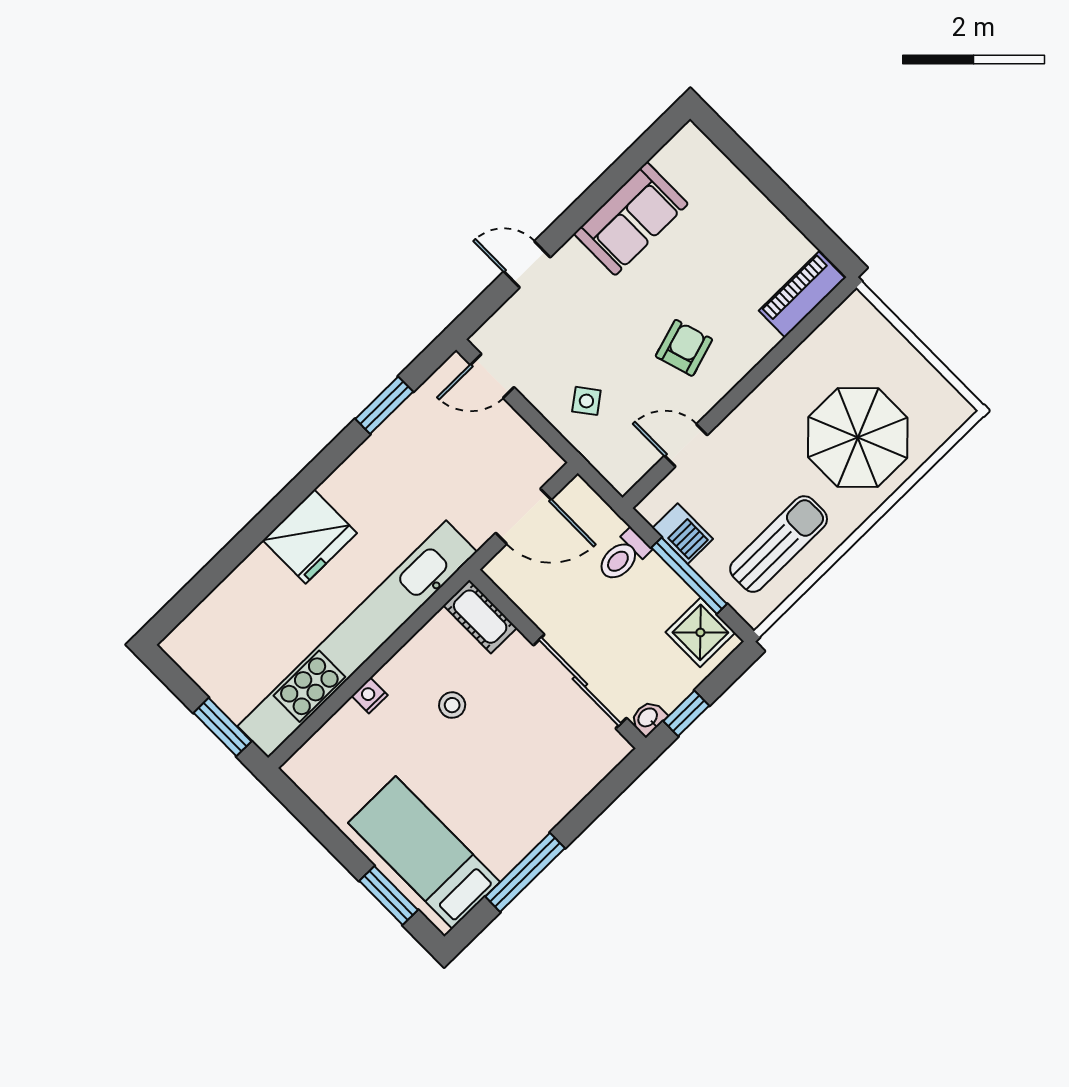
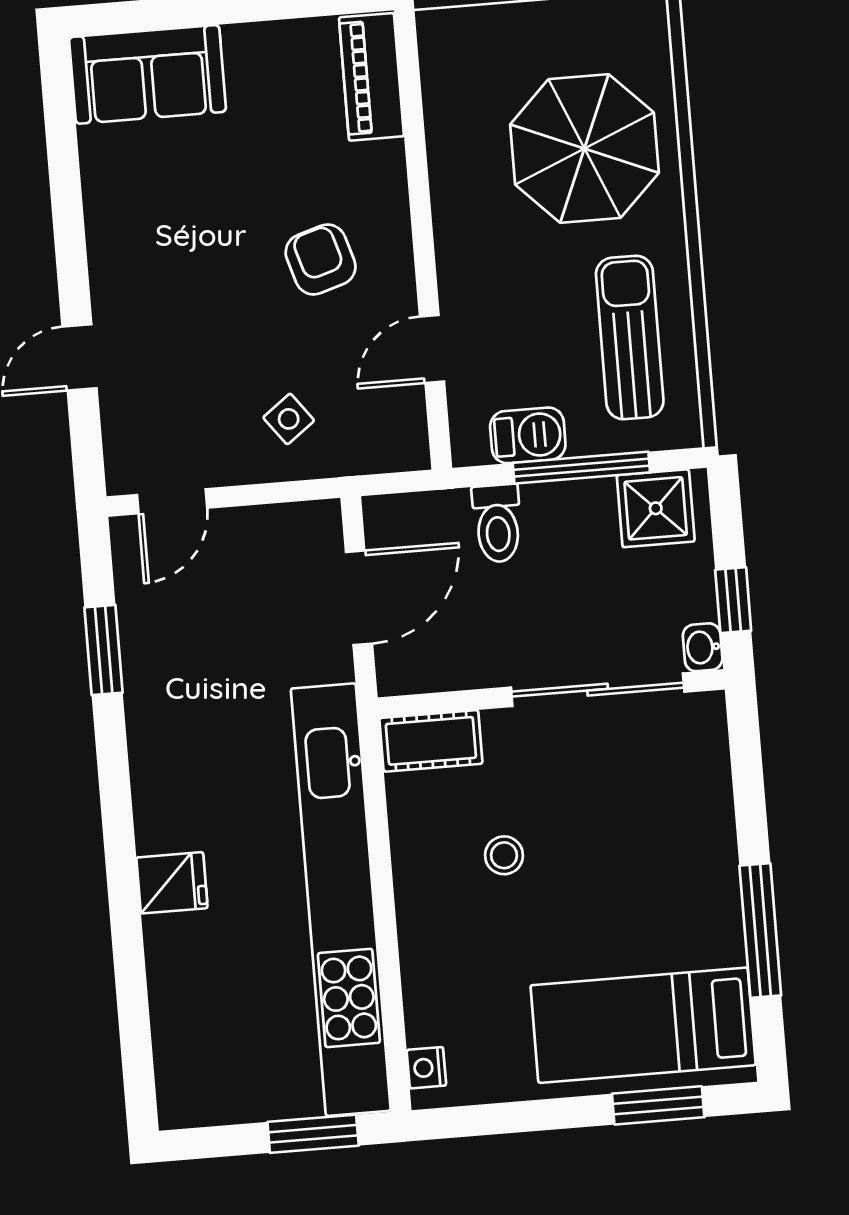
sofa: (631, 219) -> (147, 74), moved, turned 90
fridge: (310, 537) -> (172, 883), width x0.53, depth x0.75
nightstand: (370, 696) -> (426, 1068), moved

